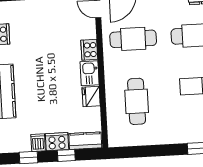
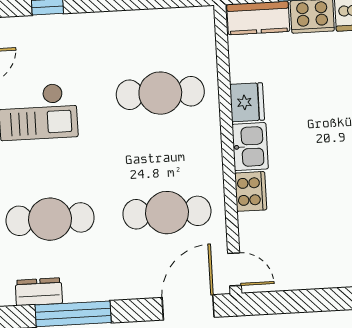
cafe table: (137, 101) -> (160, 93), turned 90

